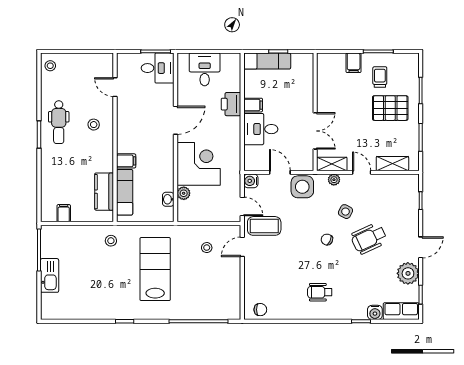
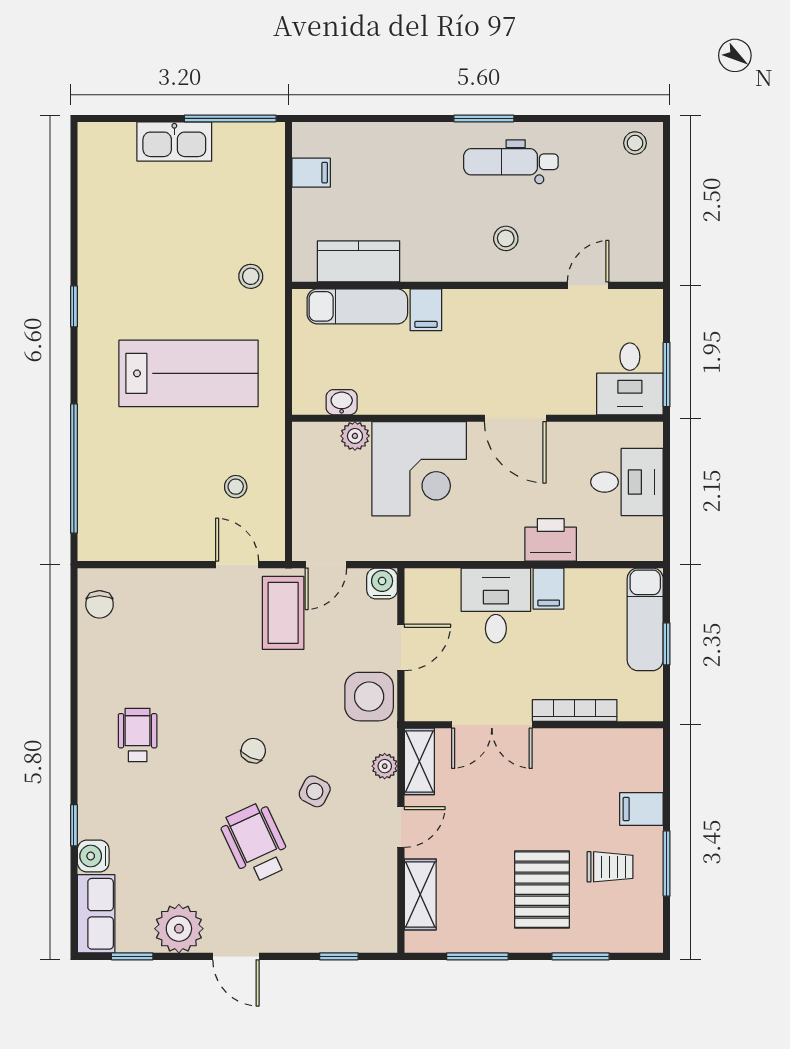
bookcase: (309, 93) -> (575, 710), added

